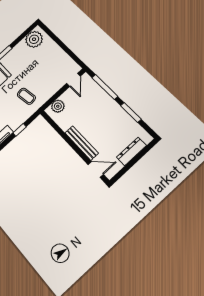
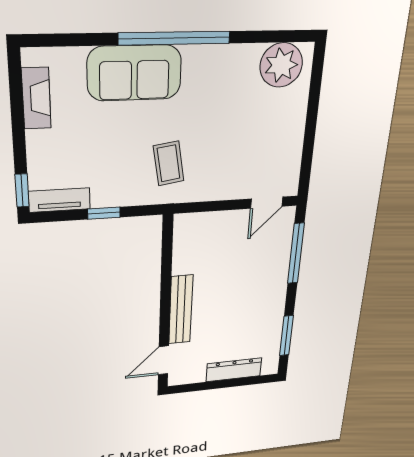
plant: (58, 106) -> (202, 225), removed
window: (131, 112) -> (286, 336), moved
door: (96, 170) -> (163, 360), swing flipped

